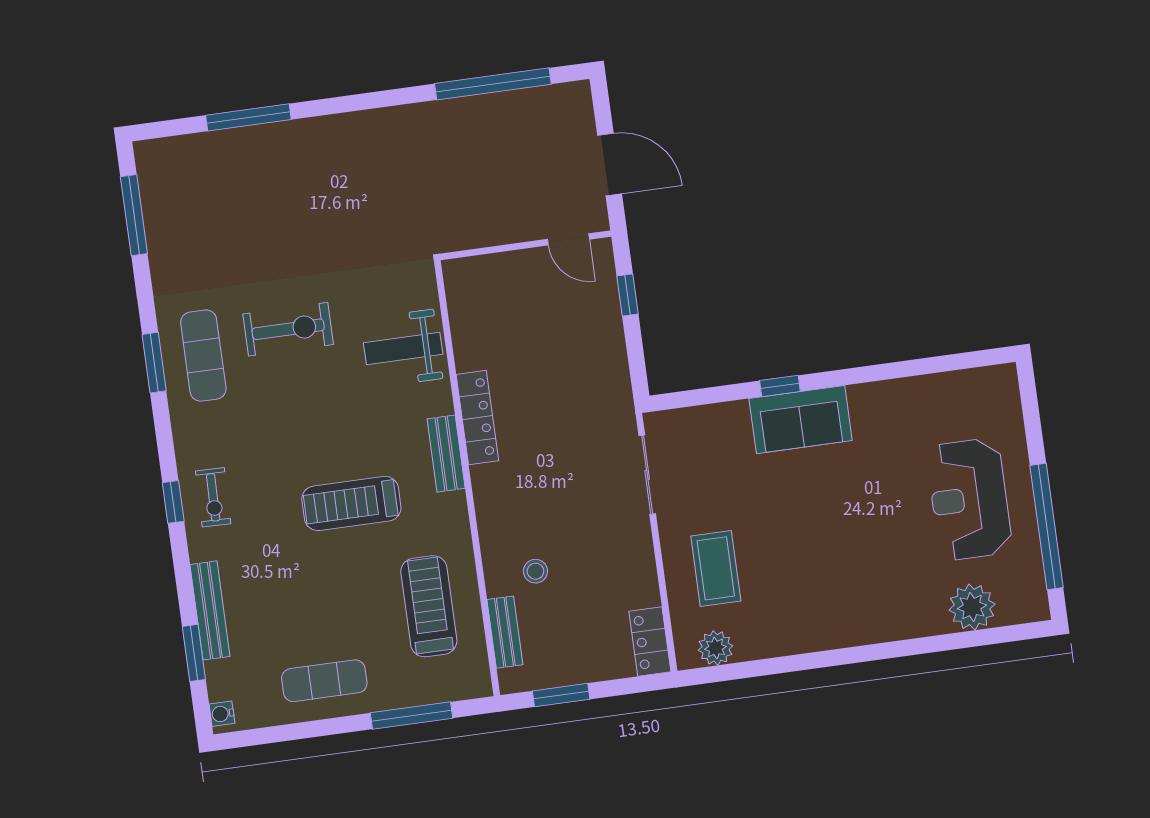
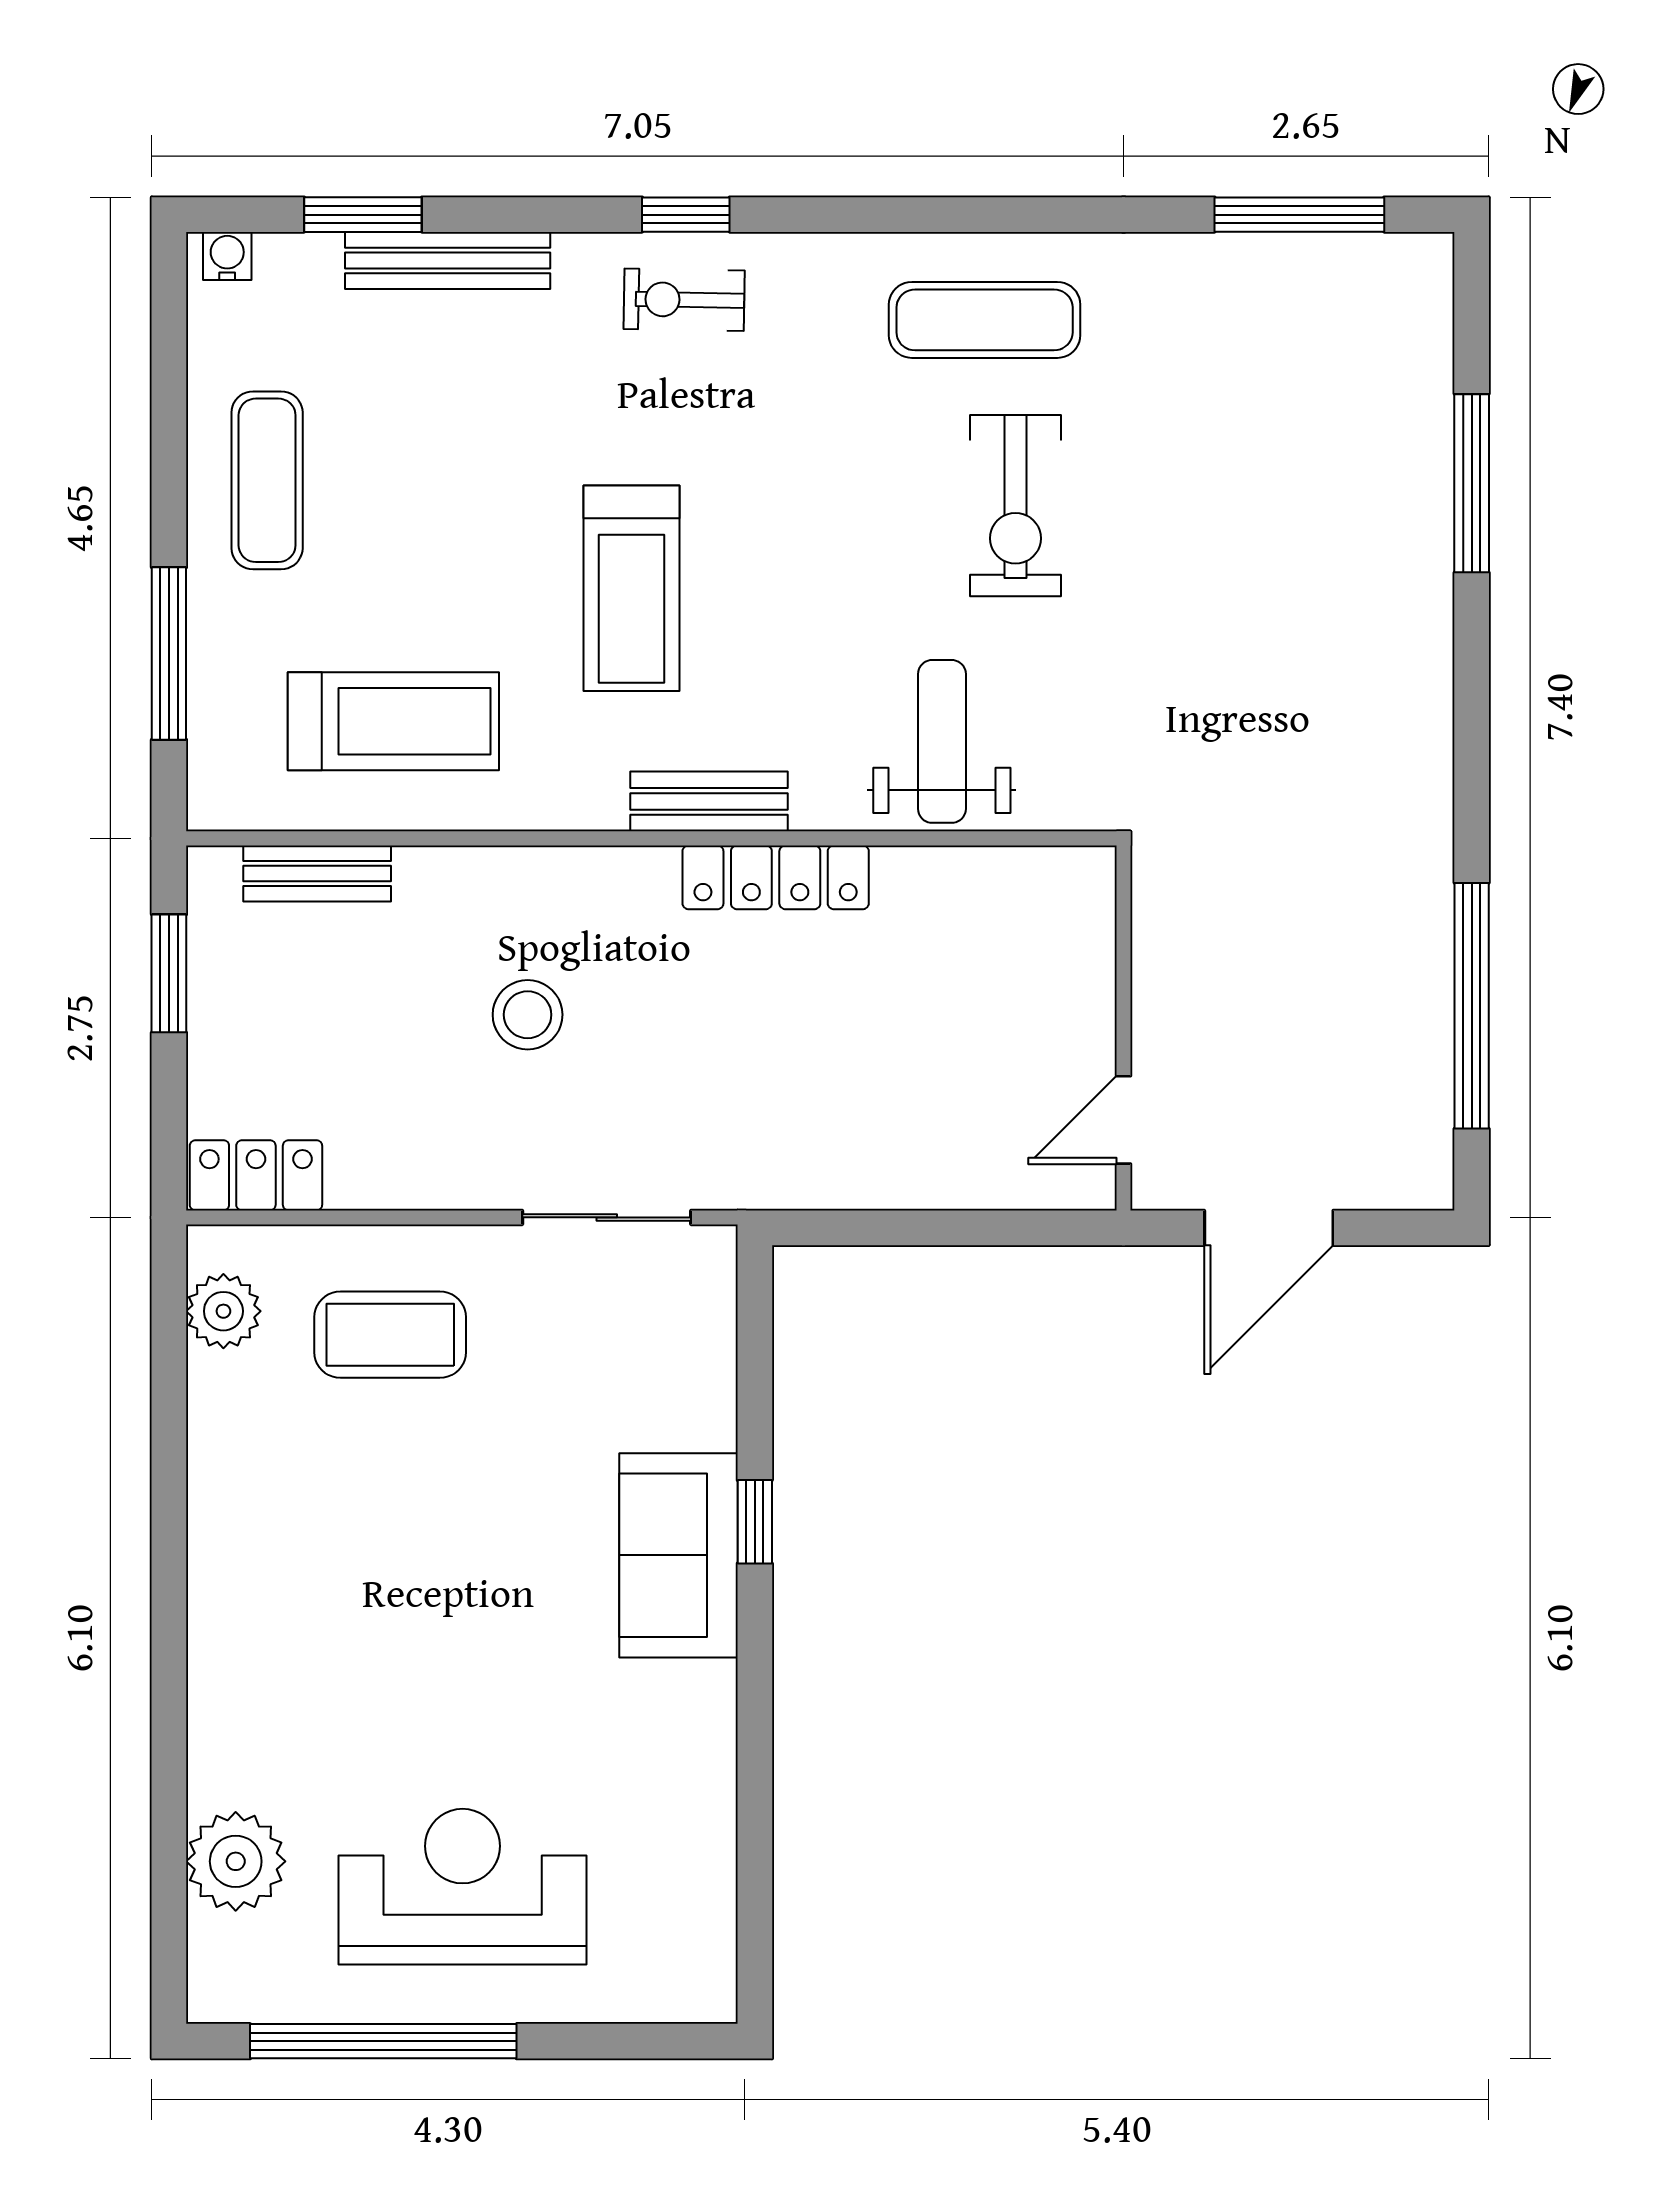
window: (627, 295) -> (990, 1228), removed
window: (154, 363) -> (984, 215), removed
treadmill: (351, 503) -> (631, 588), turned 180
stool: (535, 571) -> (528, 1015), moved, width x1.37, depth x1.37

